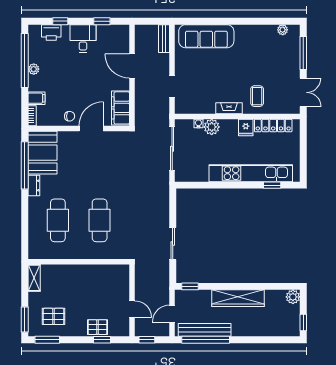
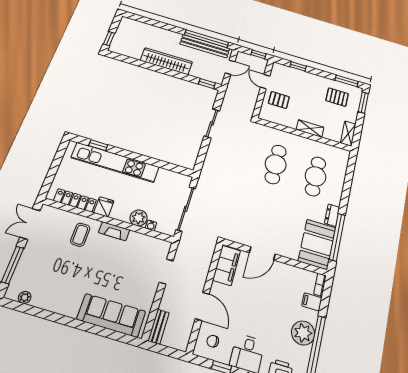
plant: (34, 69) -> (303, 333), width x1.88, depth x1.88
chair: (70, 116) -> (213, 341), moved
shelving: (74, 271) -> (310, 128), added
plant: (293, 297) -> (116, 47), removed
window: (303, 322) -> (109, 39), moved
pallet: (97, 327) -> (279, 100), moved

